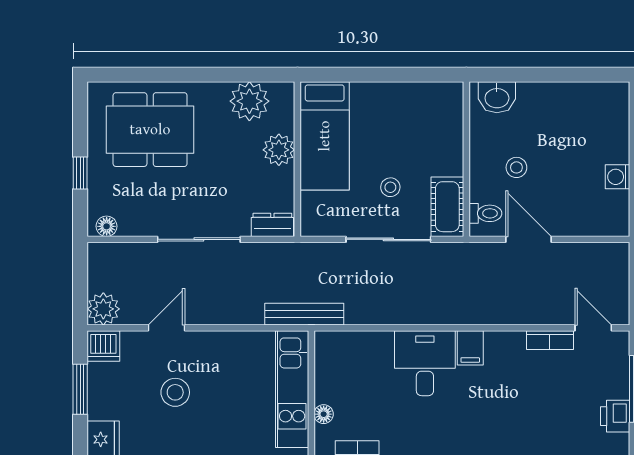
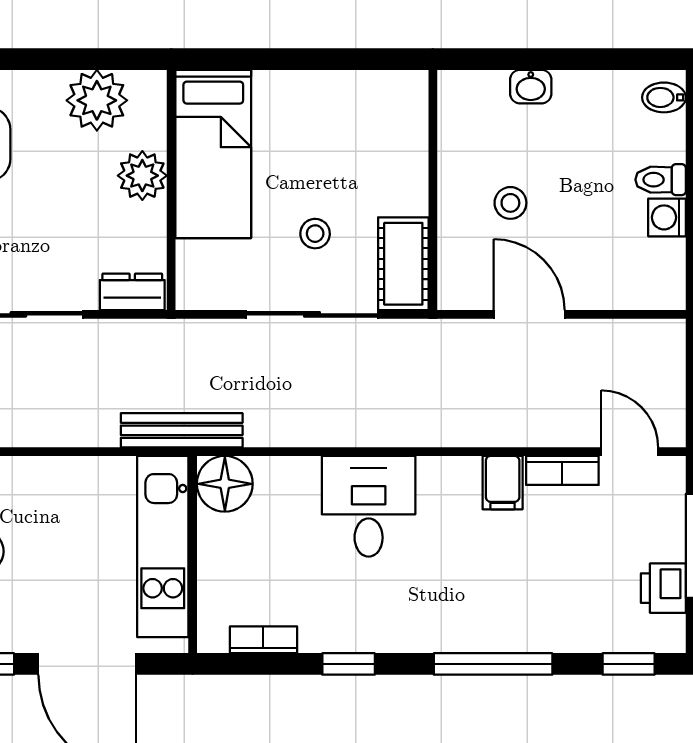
washbasin: (497, 97) -> (531, 87), moved, width x0.72, depth x0.69
bidet: (616, 99) -> (664, 97), added
toilet: (485, 213) -> (661, 180), moved, turned 180
filing cabinet: (470, 348) -> (503, 483), moved
floor lamp: (324, 414) -> (225, 484), moved, width x1.89, depth x1.89

